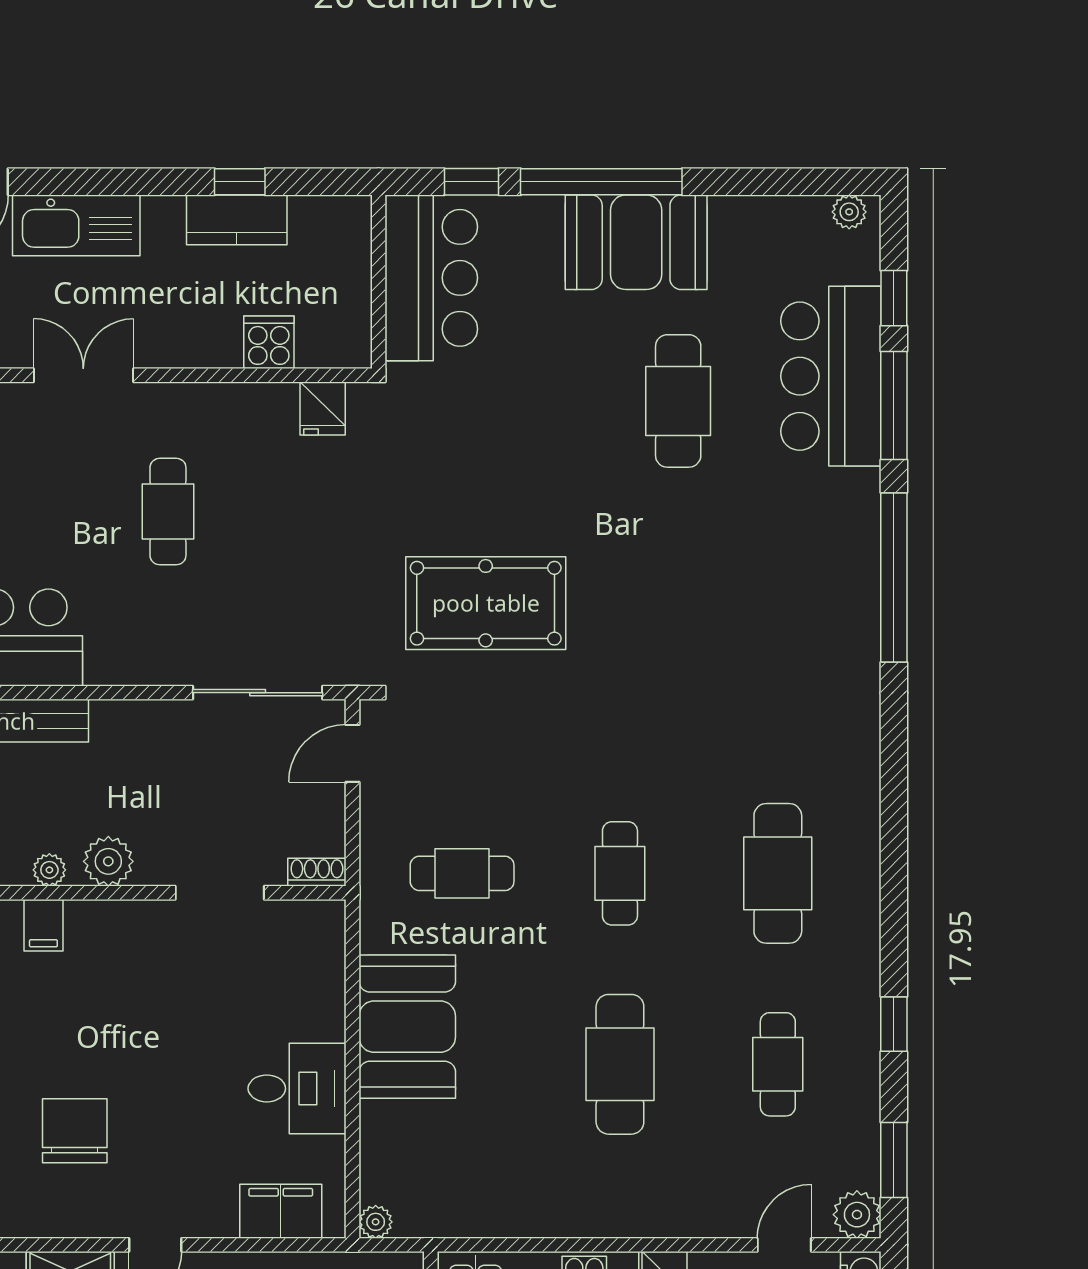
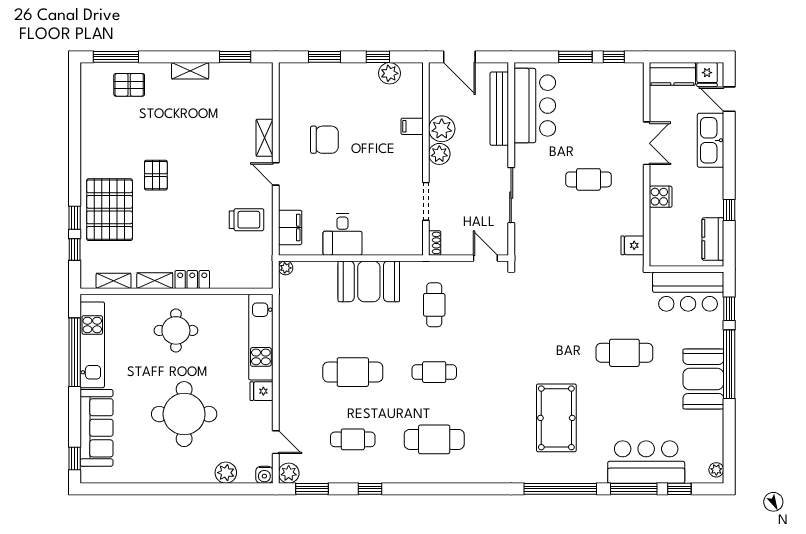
kitchen counter: (237, 220) -> (713, 239), moved
cooker: (269, 342) -> (661, 197), moved
cafe table: (678, 401) -> (624, 353), moved
pool table: (486, 603) -> (556, 418), moved
sliding door: (258, 693) -> (511, 195), moved
plant: (49, 870) -> (442, 129), width x1.88, depth x1.88

